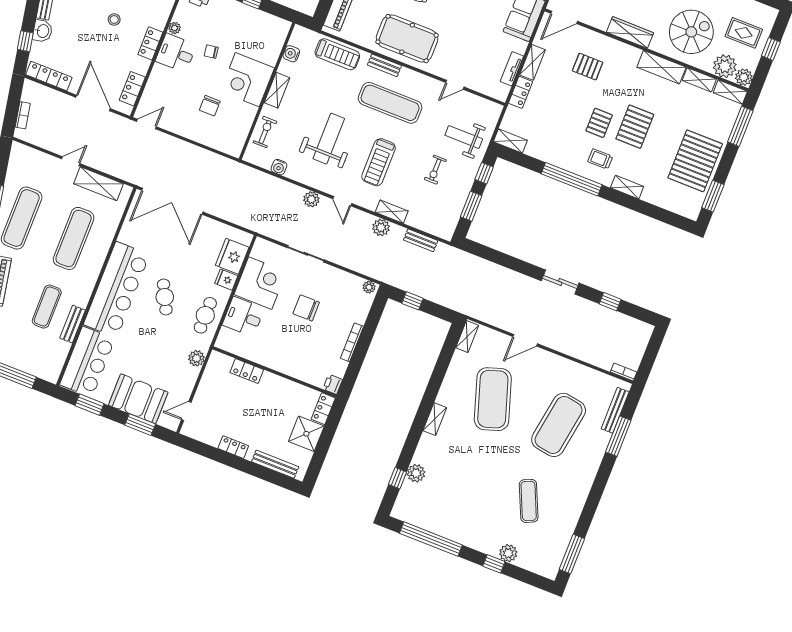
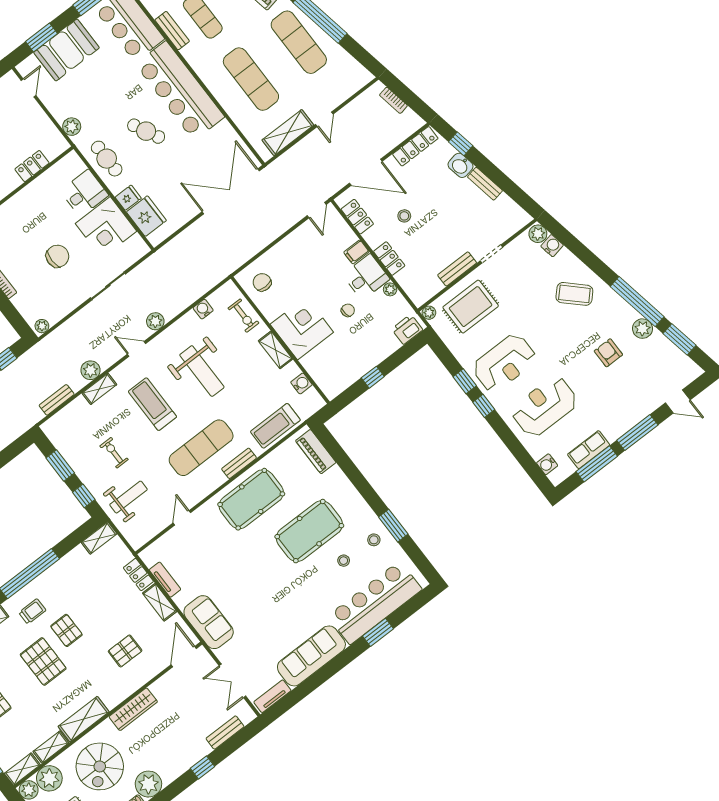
stool: (114, 20) -> (404, 216), moved
filing cabinet: (161, 73) -> (356, 252), added
chair: (210, 106) -> (262, 282), moved

